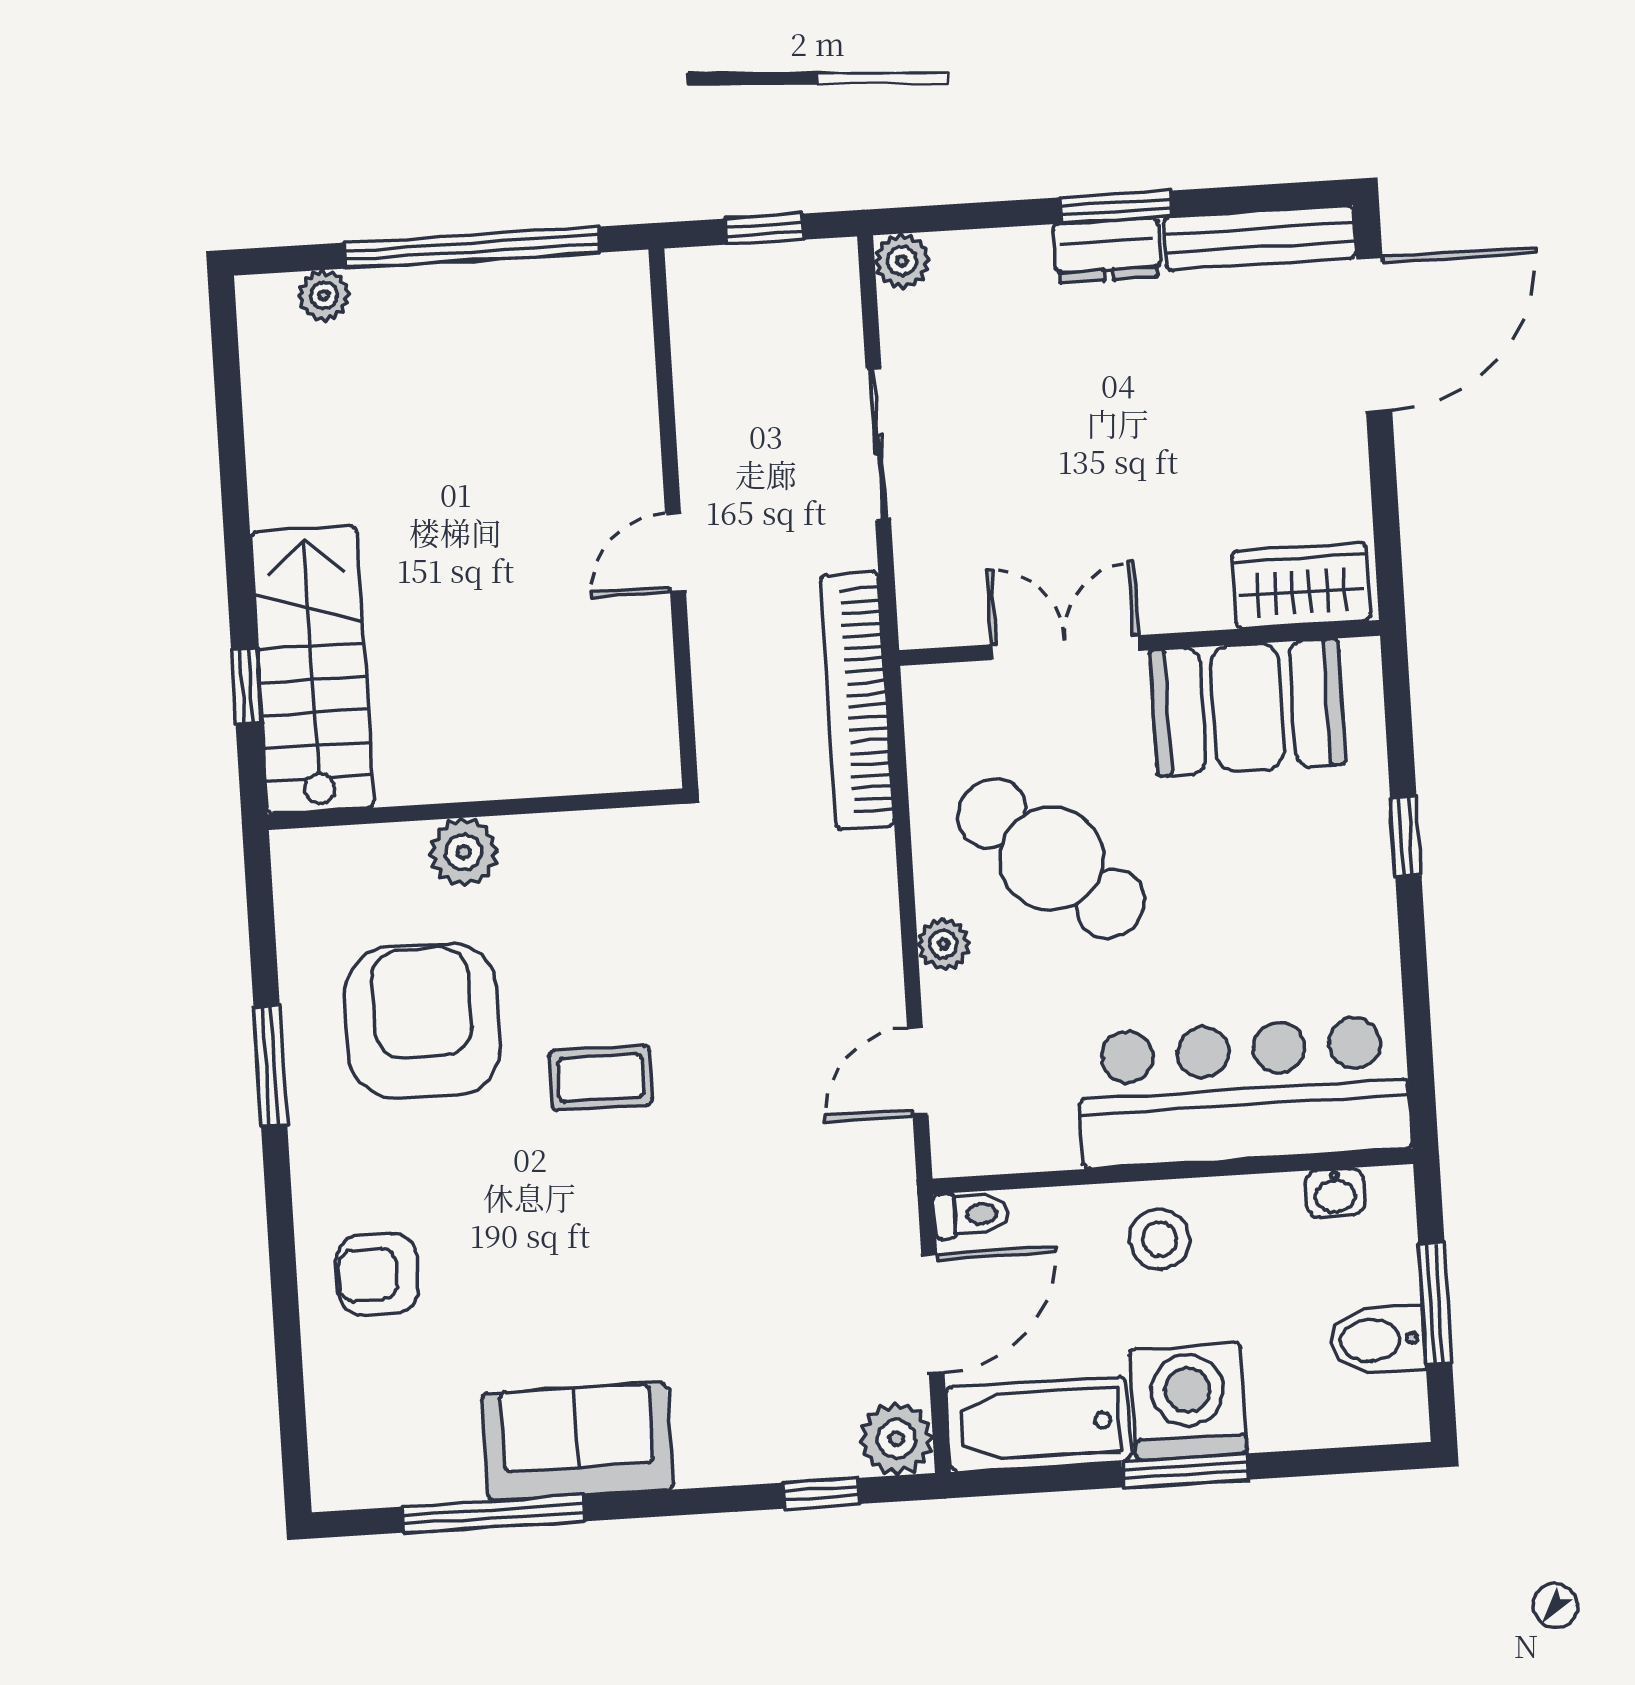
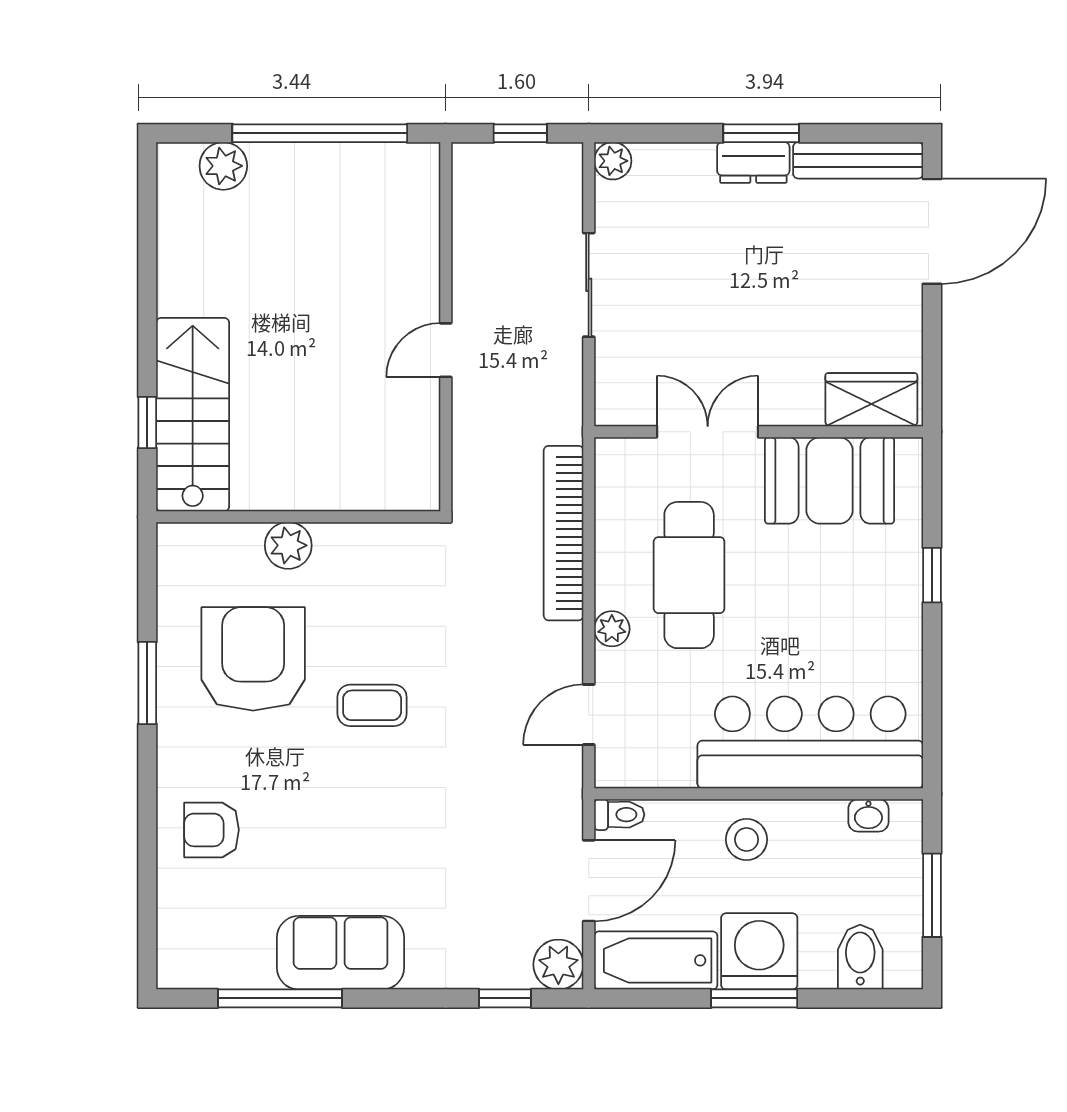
plant: (324, 295) -> (223, 166), width x1.38, depth x1.38
bookcase: (857, 701) -> (564, 533), moved
cafe table: (1051, 858) -> (689, 575), turned 49
bidet: (1377, 1340) -> (860, 957), moved, turned 90

